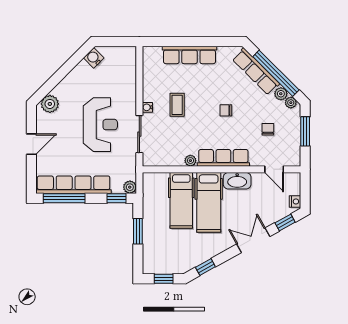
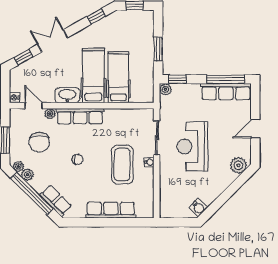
row of seats: (256, 71) -> (56, 200), width x0.68
coffee table: (177, 105) -> (122, 165), width x1.86, depth x1.72
chair: (268, 129) -> (39, 142), width x1.87, depth x1.87
plant: (190, 161) -> (50, 114), moved
row of seats: (74, 185) -> (226, 92), width x0.73
nightstand: (295, 201) -> (15, 98), moved
double door: (253, 240) -> (53, 41), swing flipped

